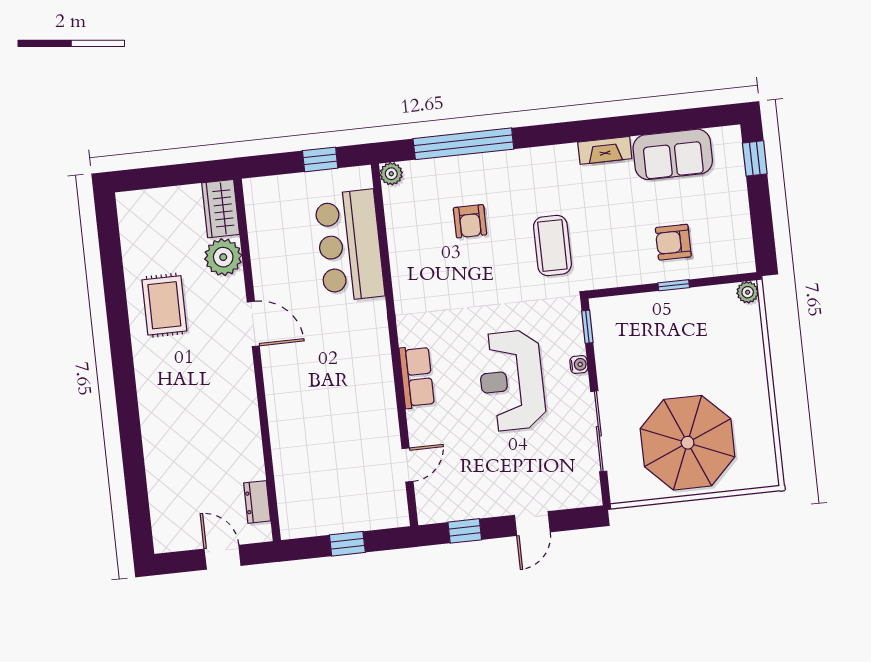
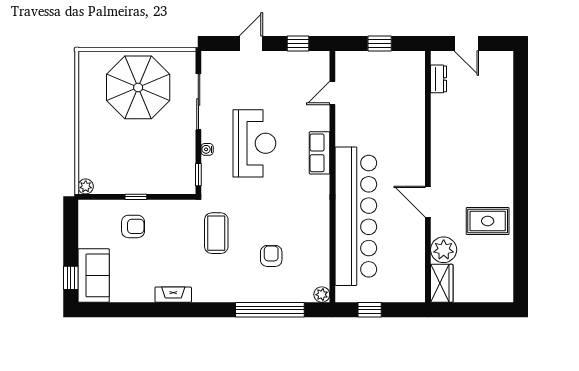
sofa: (673, 154) -> (94, 275), moved, turned 90
bar counter: (350, 246) -> (356, 216), width x1.86
rug: (164, 305) -> (488, 221), turned 90

